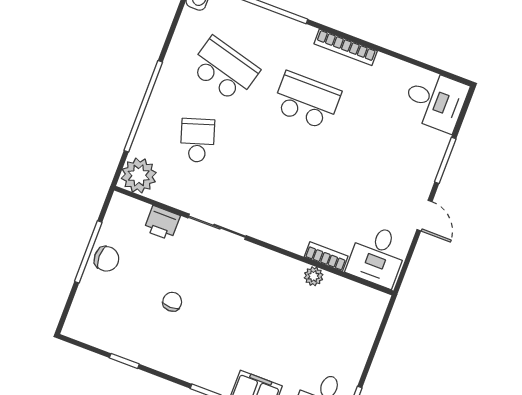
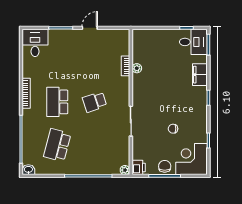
school desk: (197, 140) -> (95, 102), moved
plant: (139, 175) -> (125, 170), width x0.53, depth x0.53
printer: (162, 223) -> (139, 167), moved
desk: (377, 256) -> (116, 42), removed
corner desk: (101, 315) -> (192, 159), added

